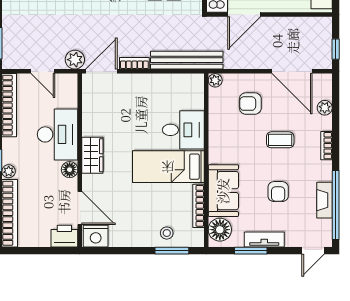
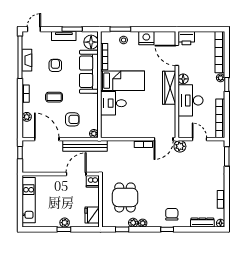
bench: (187, 60) -> (85, 146), moved
wardrobe: (92, 155) -> (169, 88), width x1.50
sofa: (223, 191) -> (89, 72), width x1.36
nightstand: (96, 236) -> (146, 38), moved

